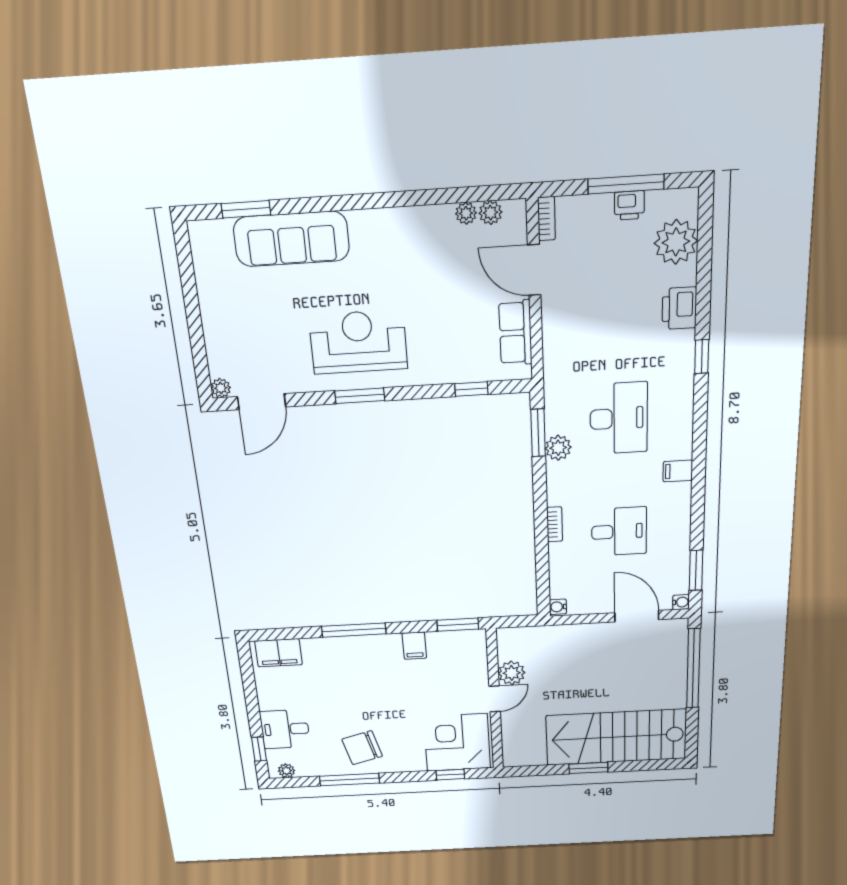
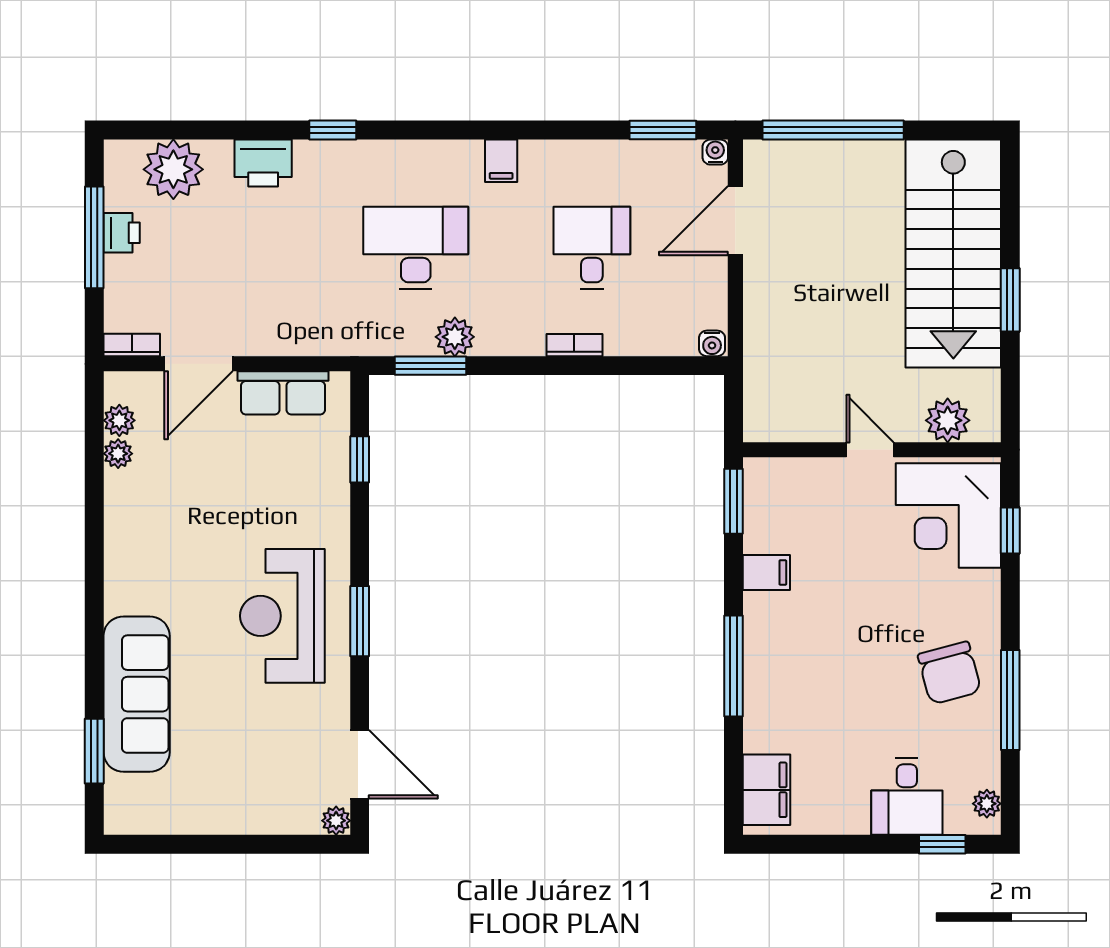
plant: (512, 673) -> (948, 420), moved

